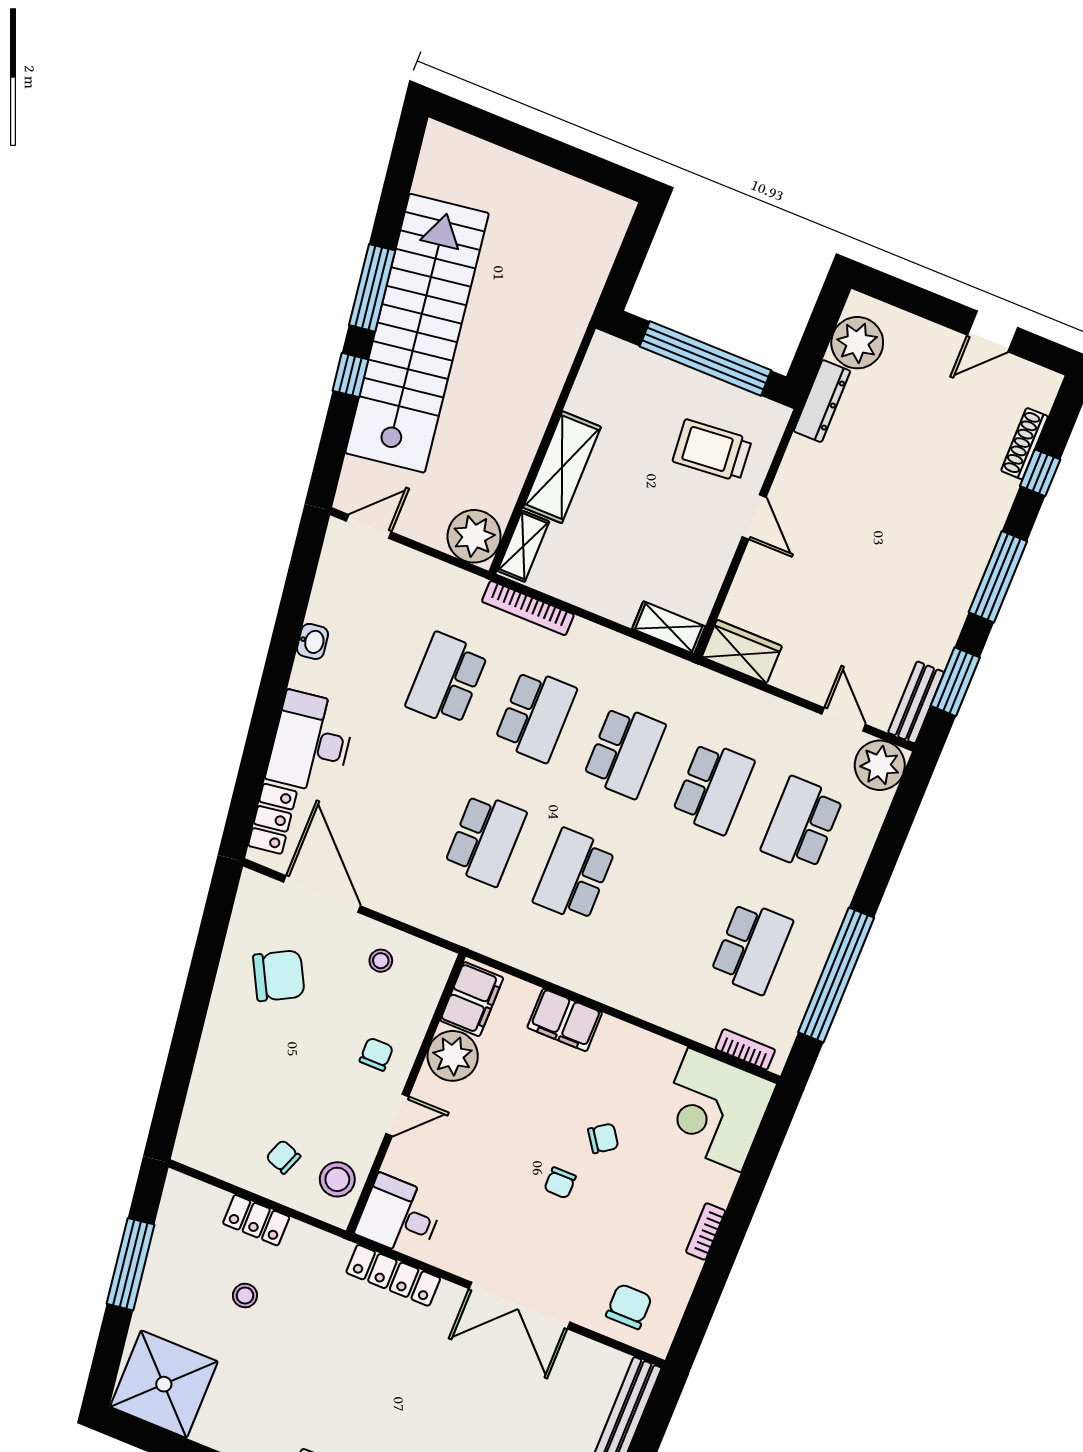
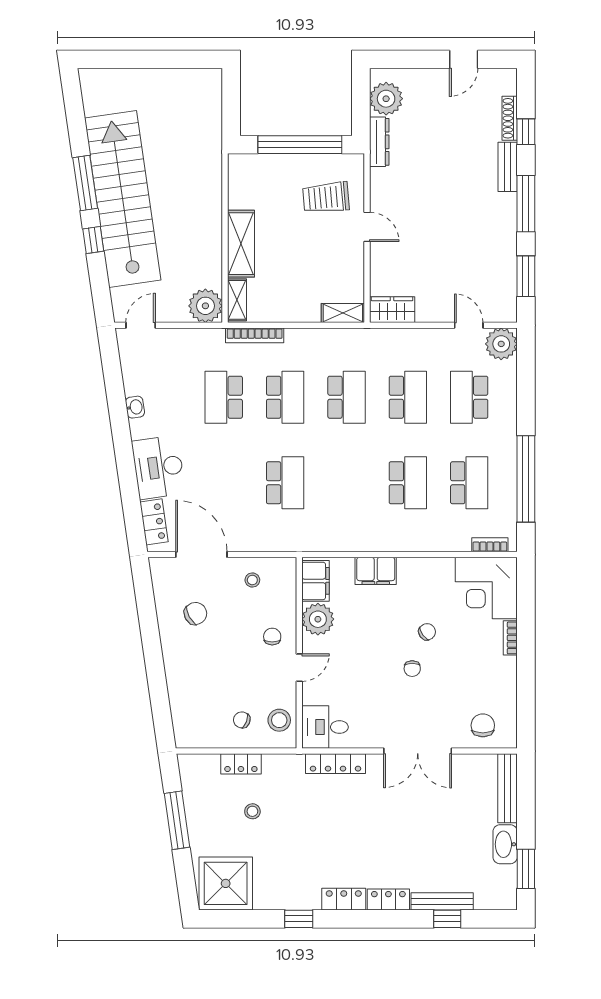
bench: (916, 702) -> (508, 167), moved
school desk: (574, 875) -> (408, 483), moved, turned 180
chair: (279, 976) -> (195, 613), width x0.73, depth x0.73
bookcase: (706, 1231) -> (510, 638), moved

